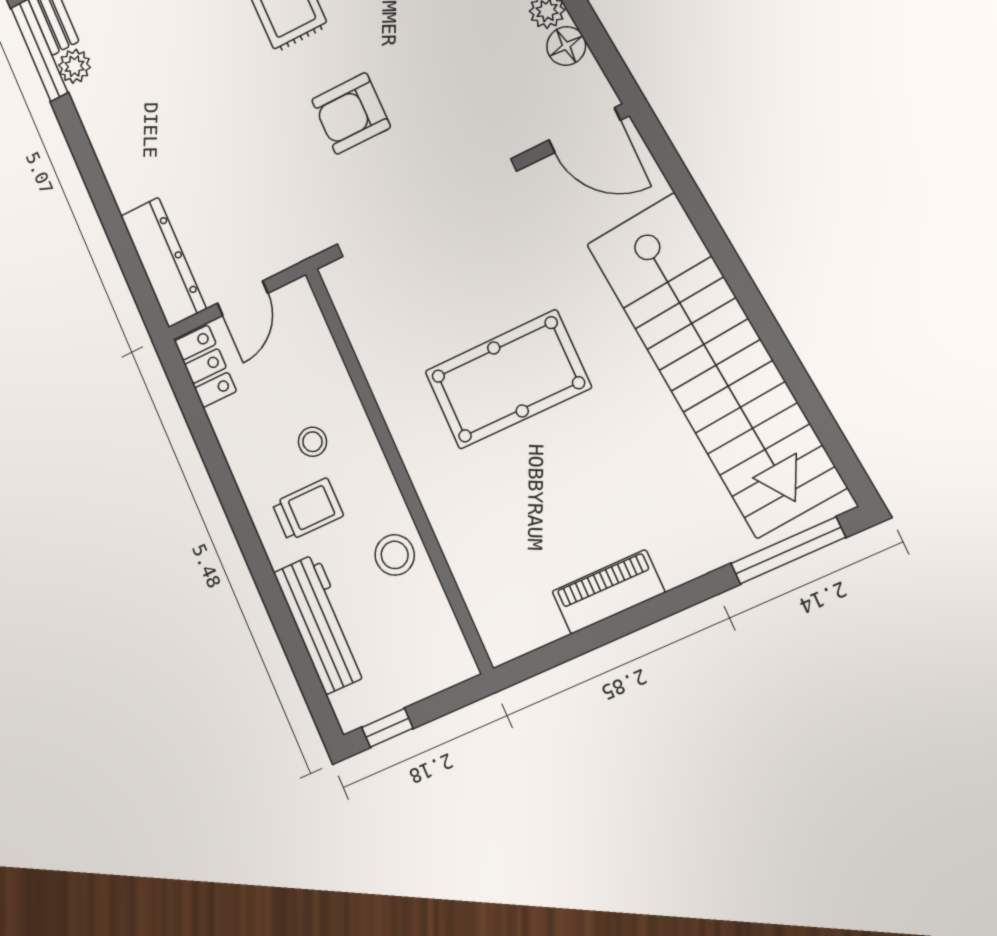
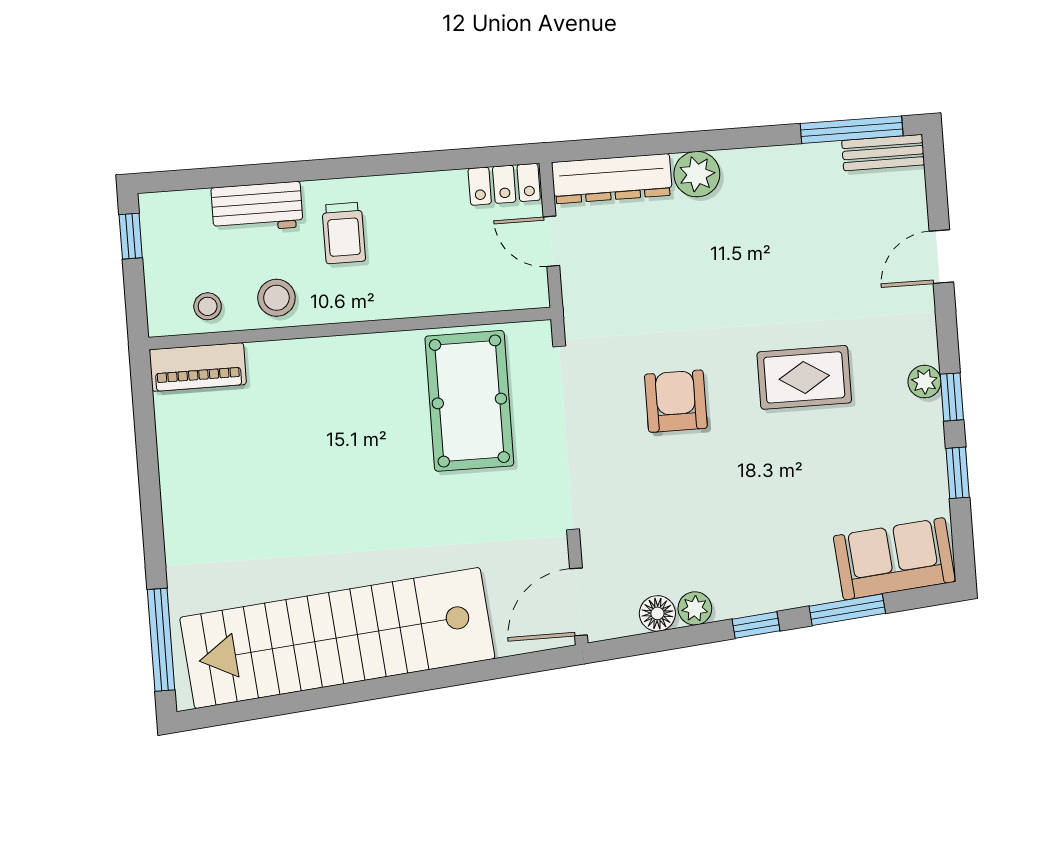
plant: (74, 66) -> (697, 174), moved, width x1.38, depth x1.38
pool table: (508, 379) -> (469, 401), moved
stool: (312, 442) -> (208, 306), moved
piano: (608, 592) -> (198, 367), moved, turned 90
workbench: (321, 624) -> (257, 207), width x0.73

